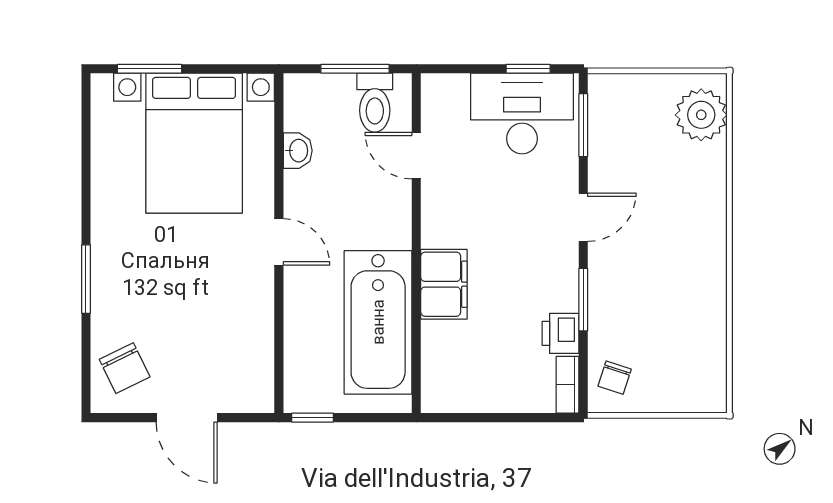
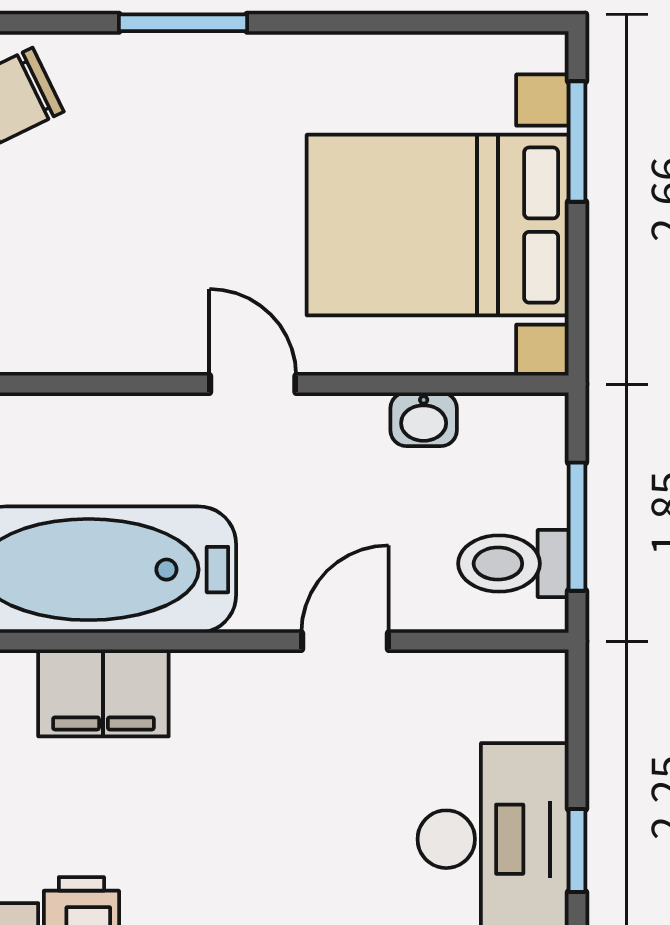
door: (416, 156) -> (345, 641), moved
door: (279, 242) -> (253, 384), swing flipped
filing cabinet: (444, 284) -> (103, 693), moved

